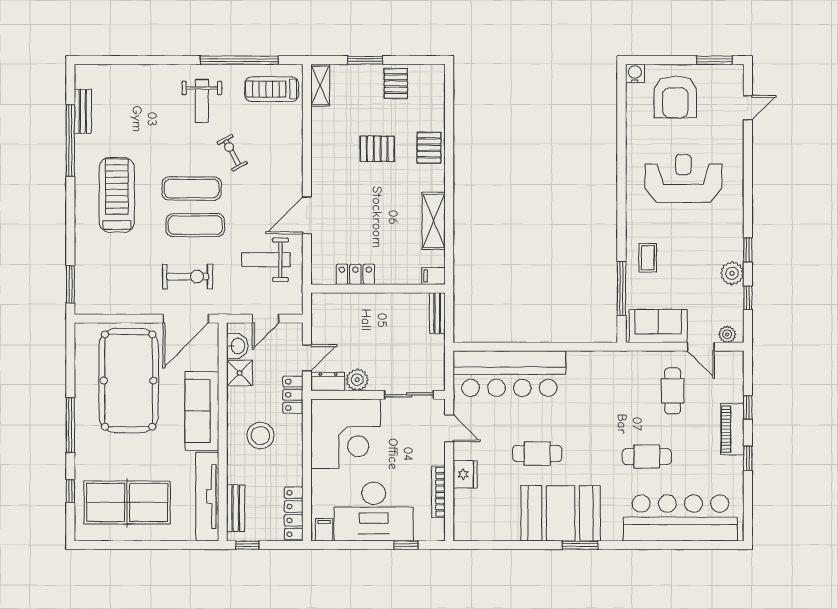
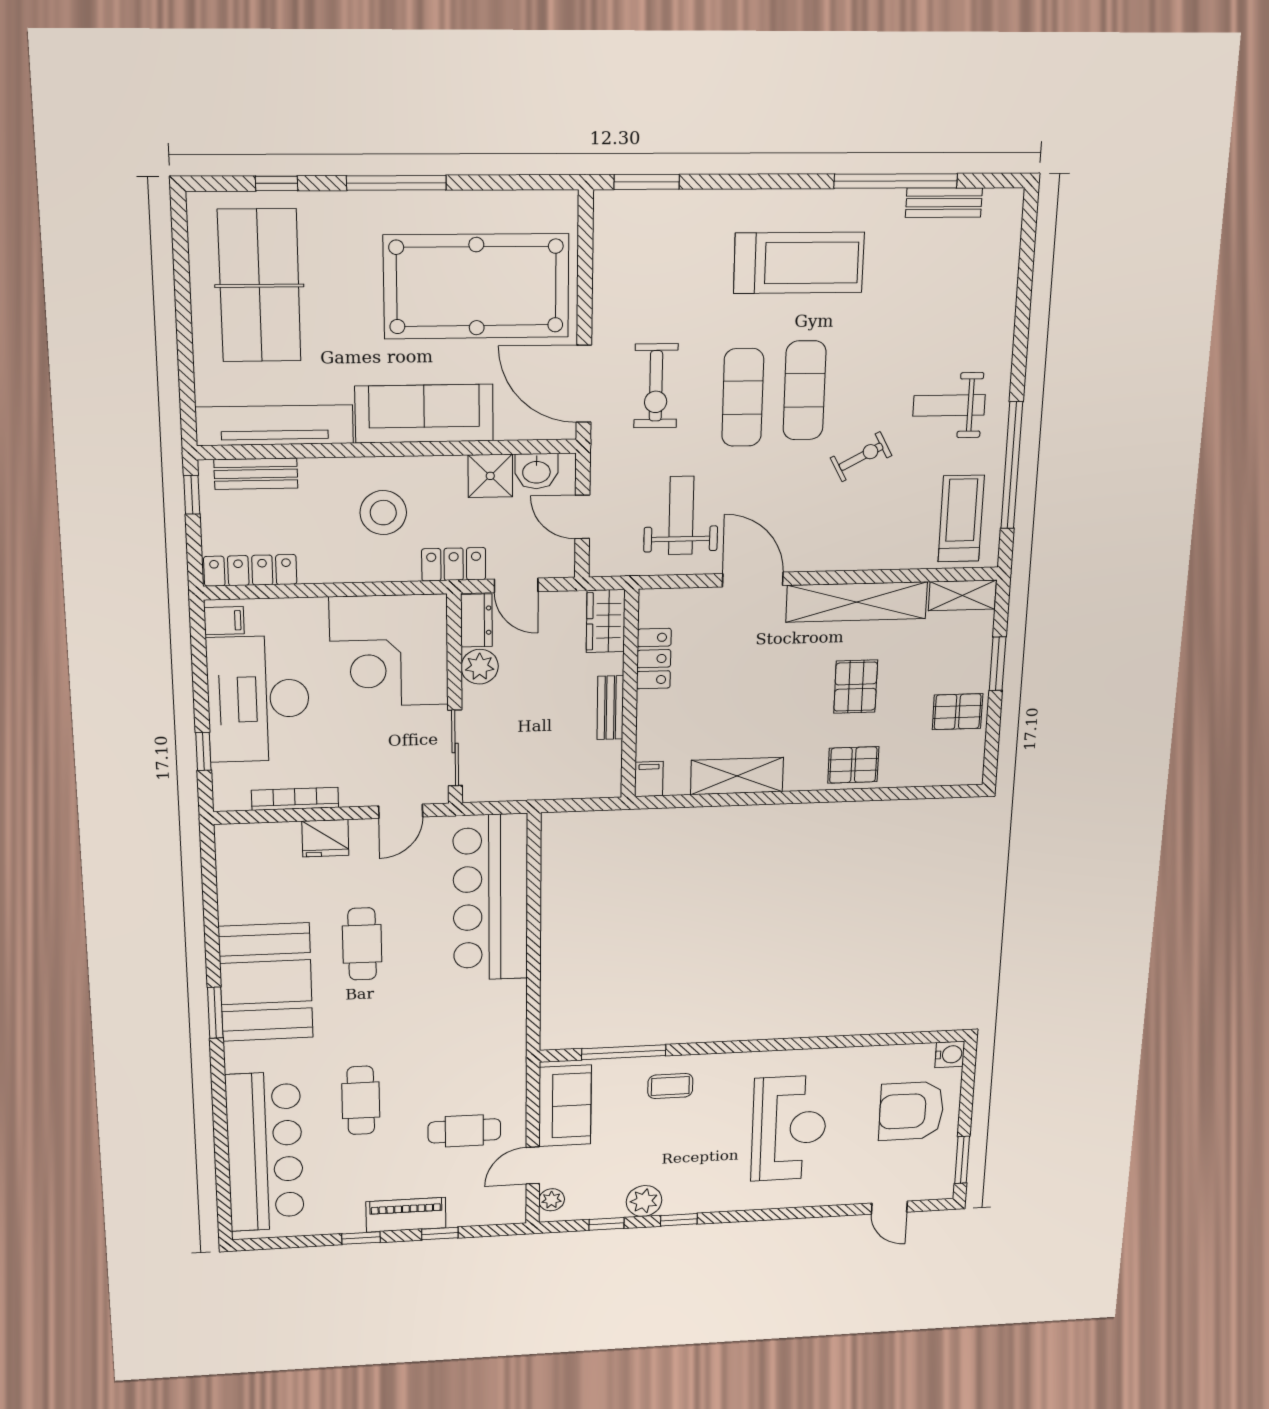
shelving: (323, 151) -> (857, 602), added
wardrobe: (331, 304) -> (606, 621), added
bench: (437, 313) -> (610, 708), moved, turned 90

